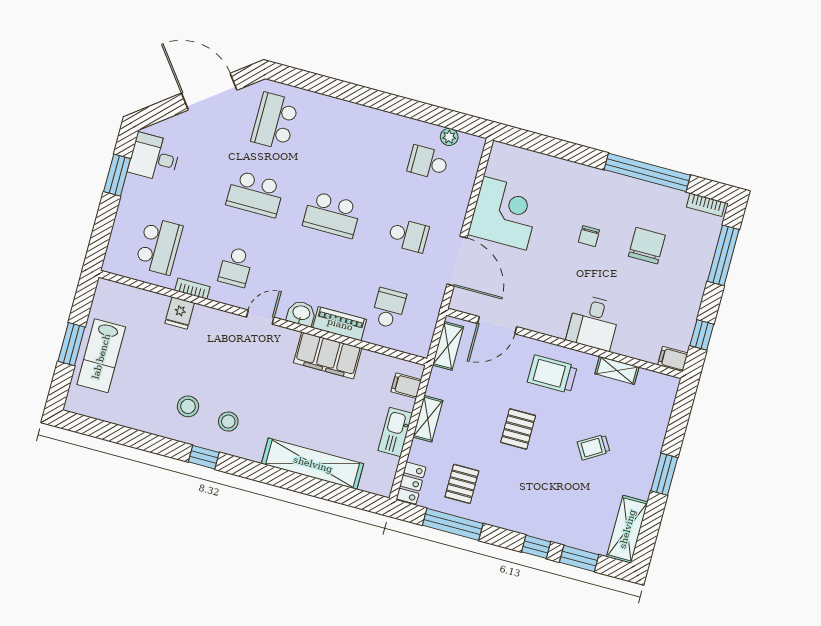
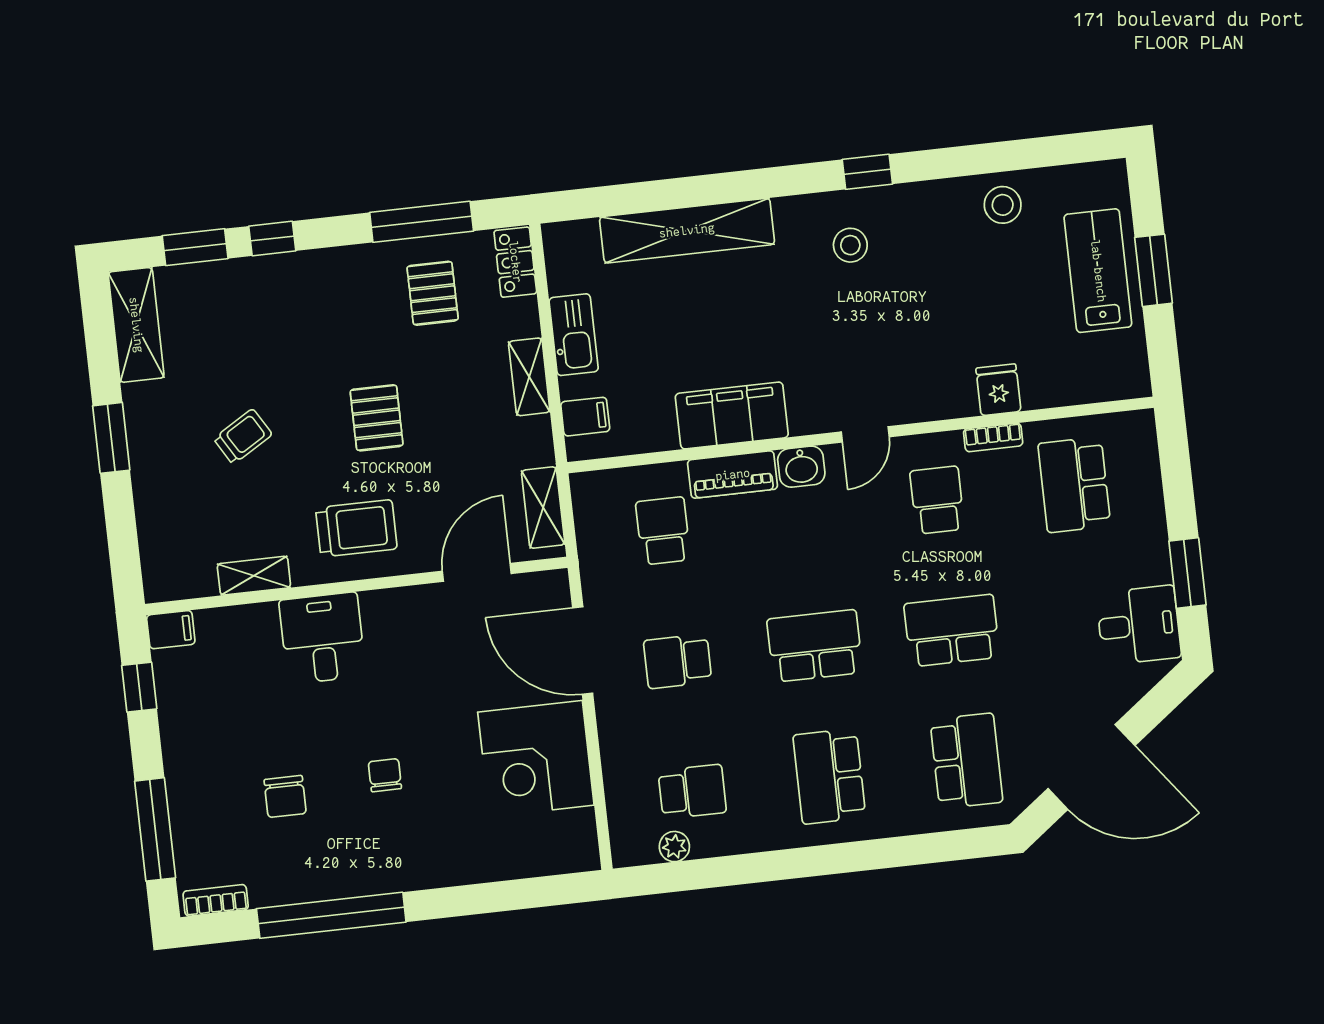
school desk: (351, 142) -> (829, 776), added
chair: (647, 246) -> (285, 796), width x0.73, depth x0.73
school desk: (389, 308) -> (663, 531), turned 180
stool: (188, 406) -> (1003, 205), moved

